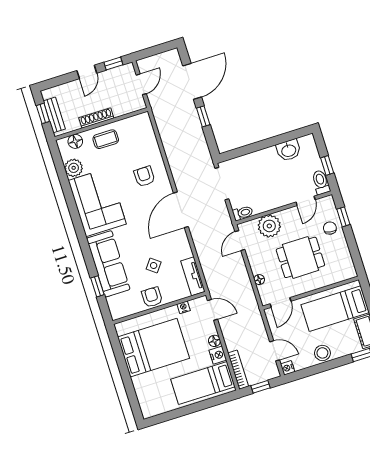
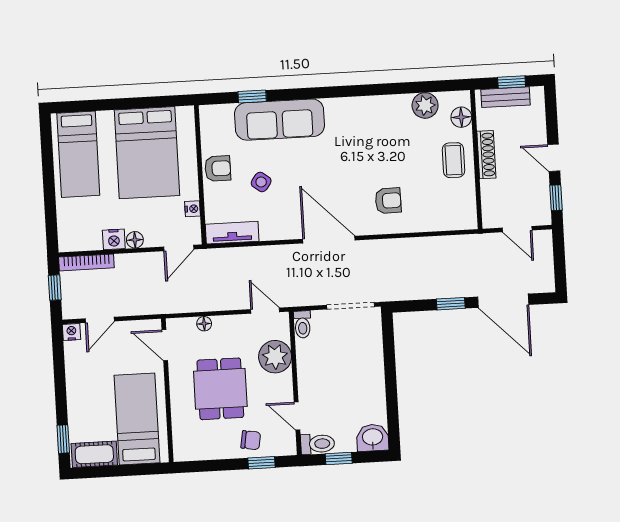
washbasin: (289, 150) -> (373, 438), moved, turned 90
corner sofa: (97, 202) -> (369, 126), removed
stool: (322, 353) -> (80, 386), removed
bed: (203, 383) -> (78, 154), moved, turned 180

